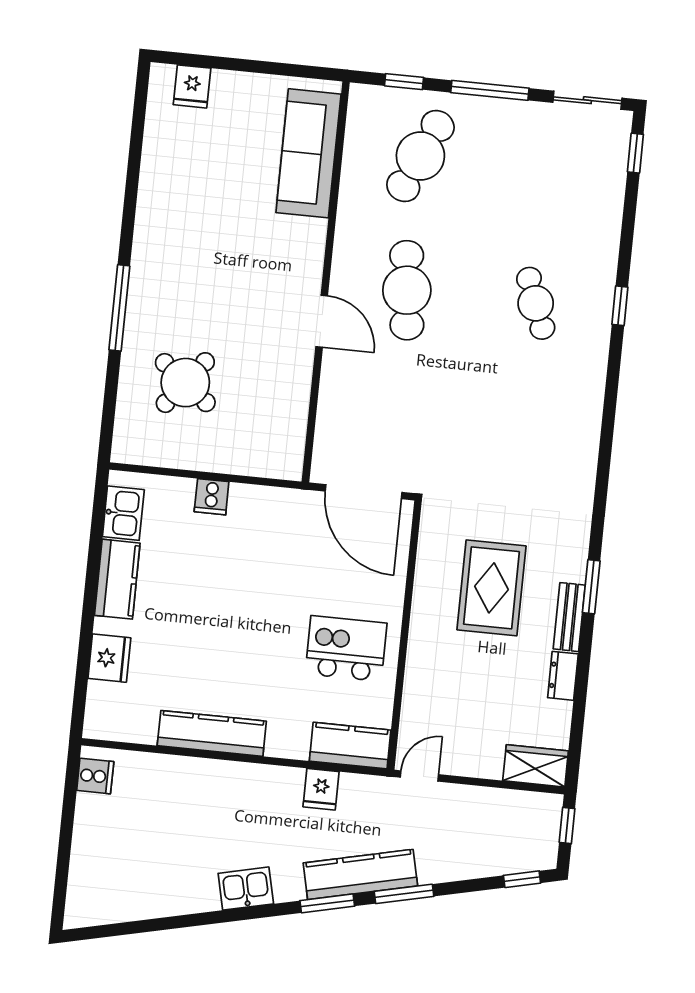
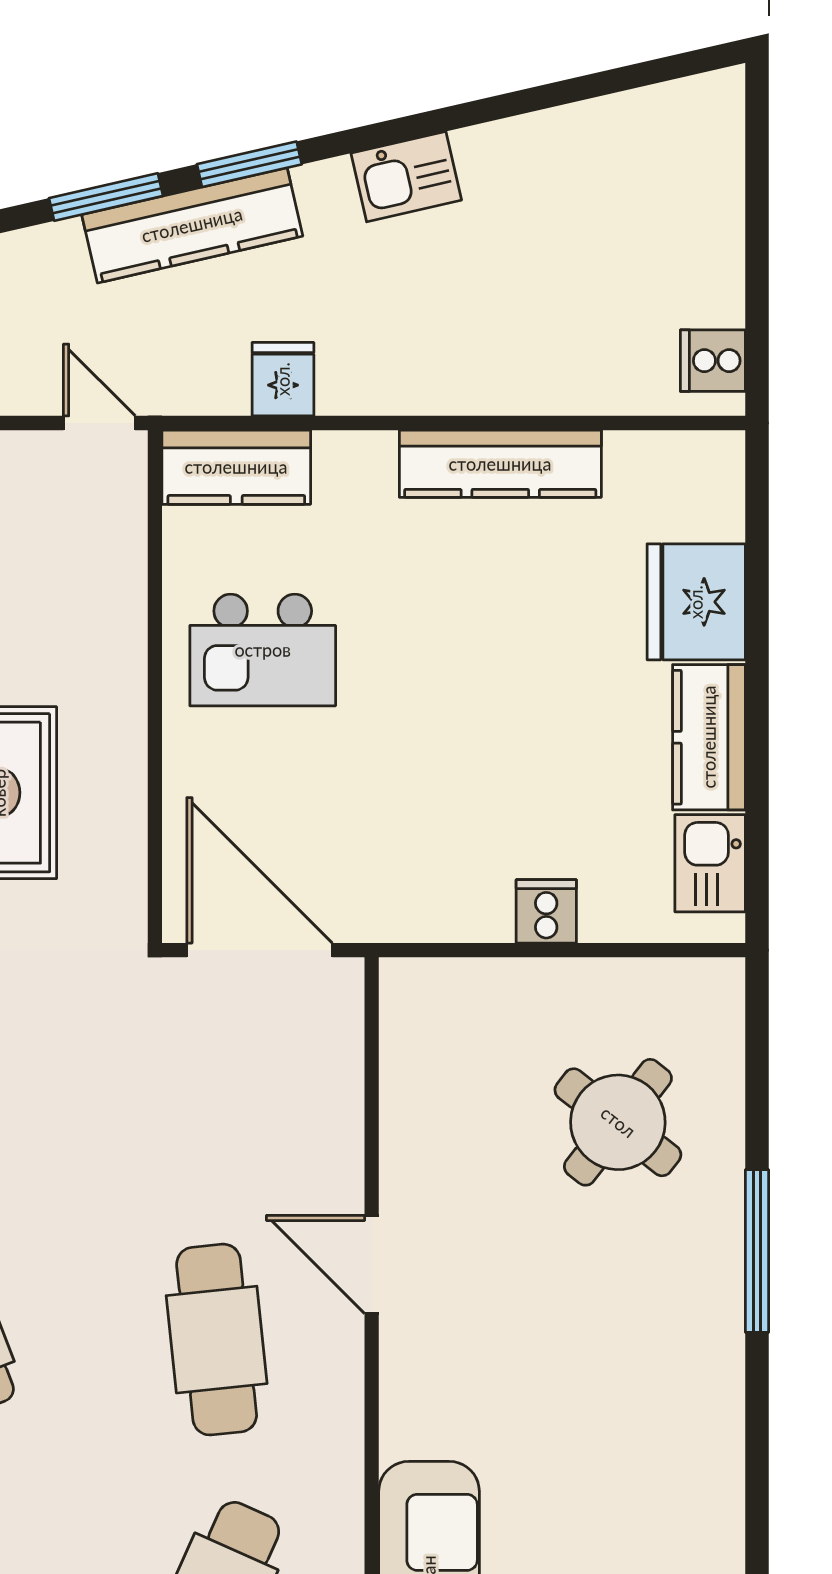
fridge: (109, 658) -> (696, 602), width x1.36, depth x1.34
door: (419, 776) -> (99, 423), swing flipped

